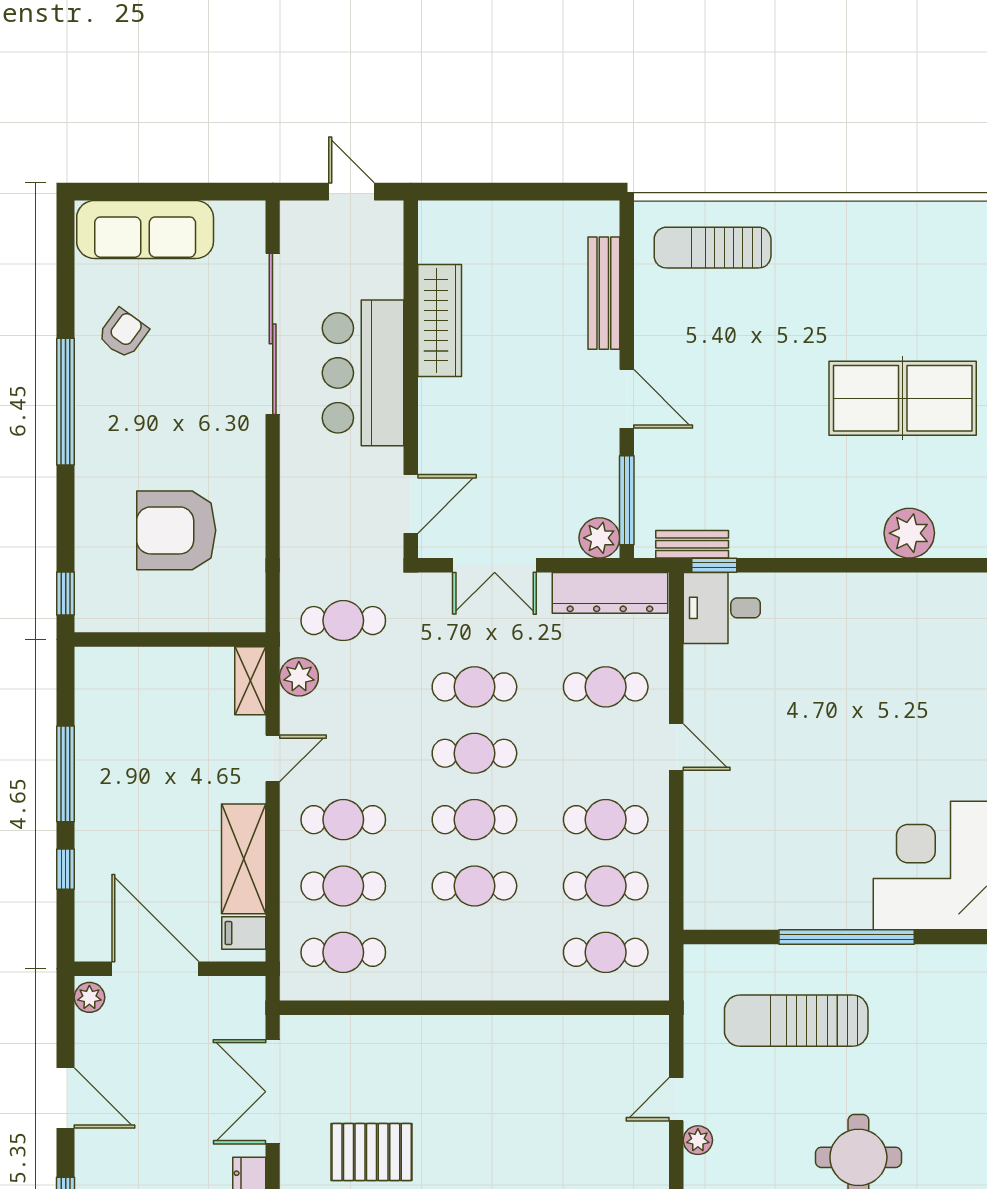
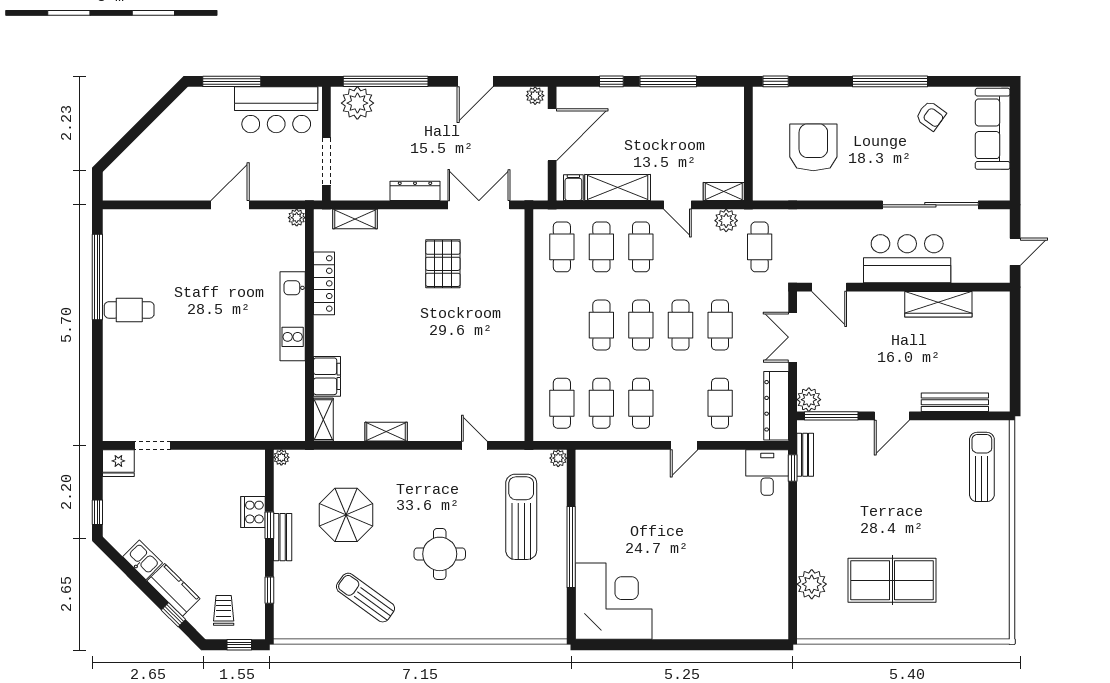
table tennis table: (903, 398) -> (892, 580), turned 90
plant: (698, 1140) -> (558, 458), moved

